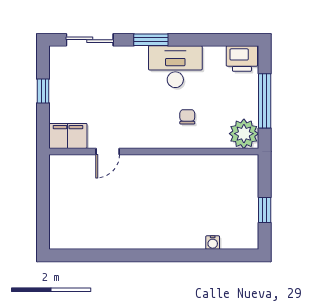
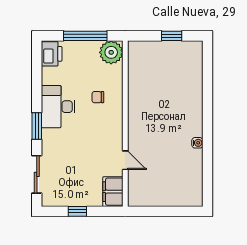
water cooler: (213, 243) -> (197, 143), moved

